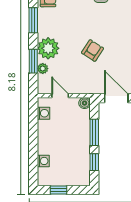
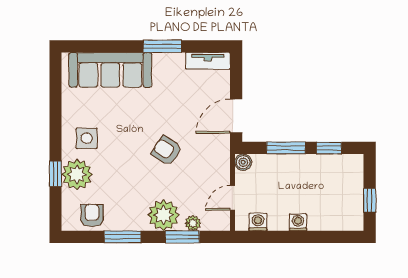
washing machine: (43, 161) -> (298, 222), moved

